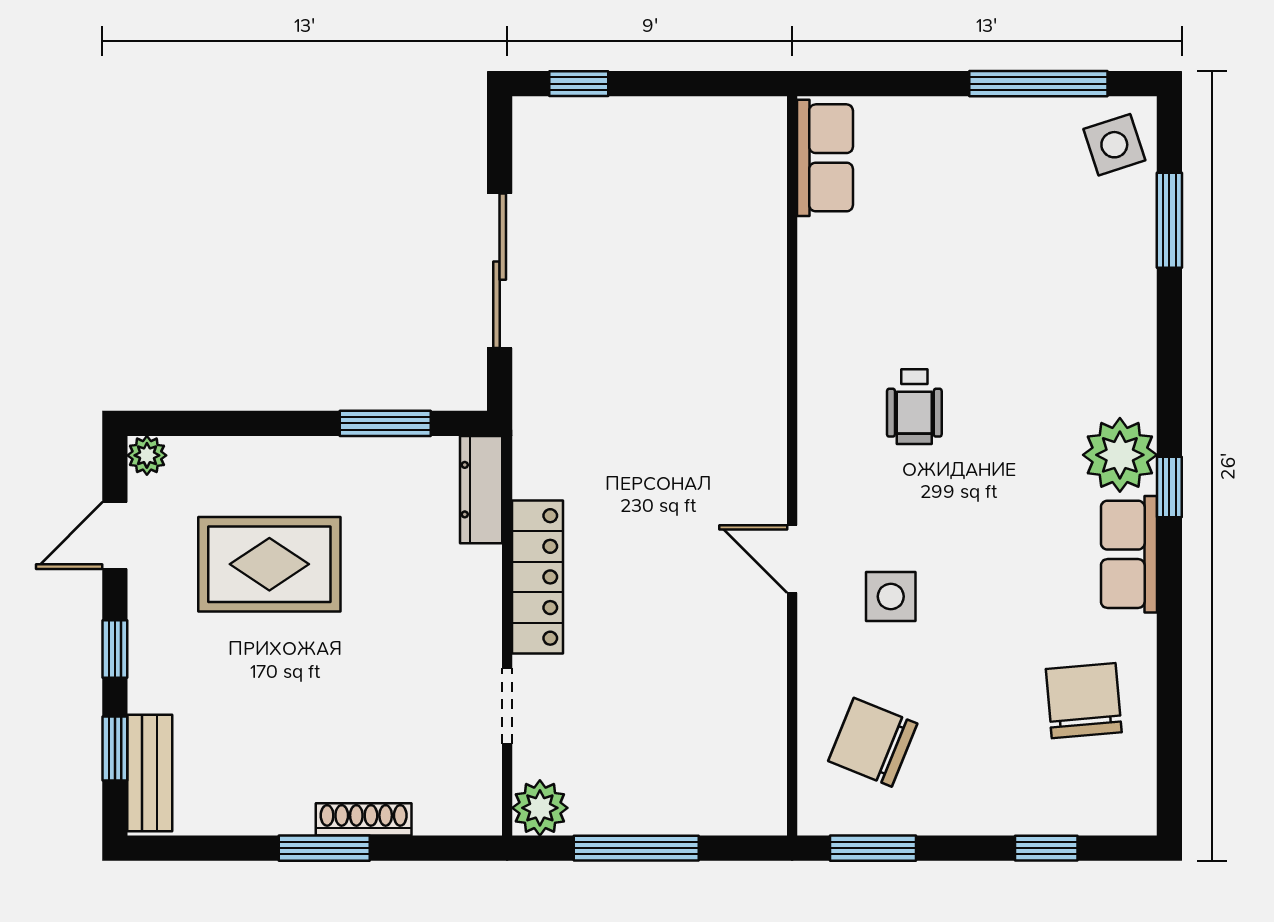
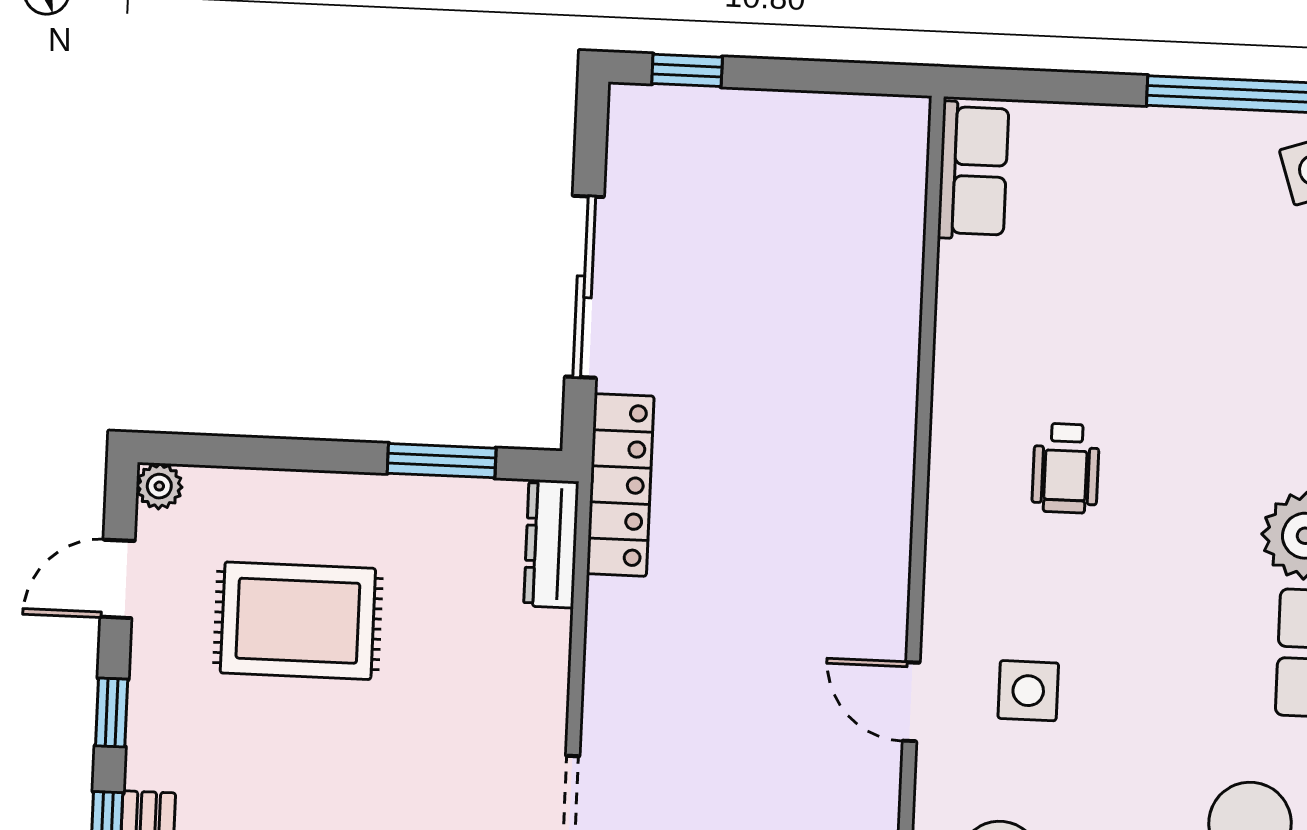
door: (792, 559) -> (911, 702), moved
locker: (538, 577) -> (620, 485), moved

